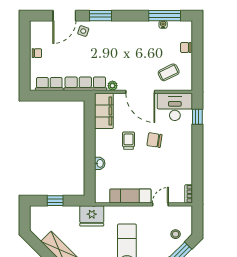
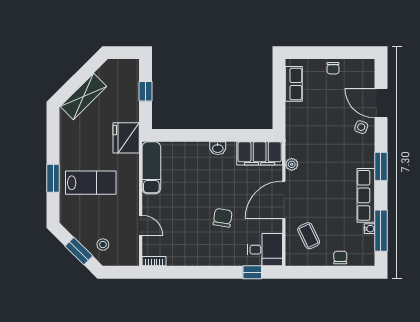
window: (100, 16) -> (381, 166), moved
row of seats: (85, 84) -> (366, 195), moved, turned 180
desk: (175, 107) -> (265, 250), width x0.73
trolley: (128, 141) -> (222, 185), removed
washbasin: (100, 163) -> (218, 148), moved
exam couch: (130, 196) -> (151, 168), moved

